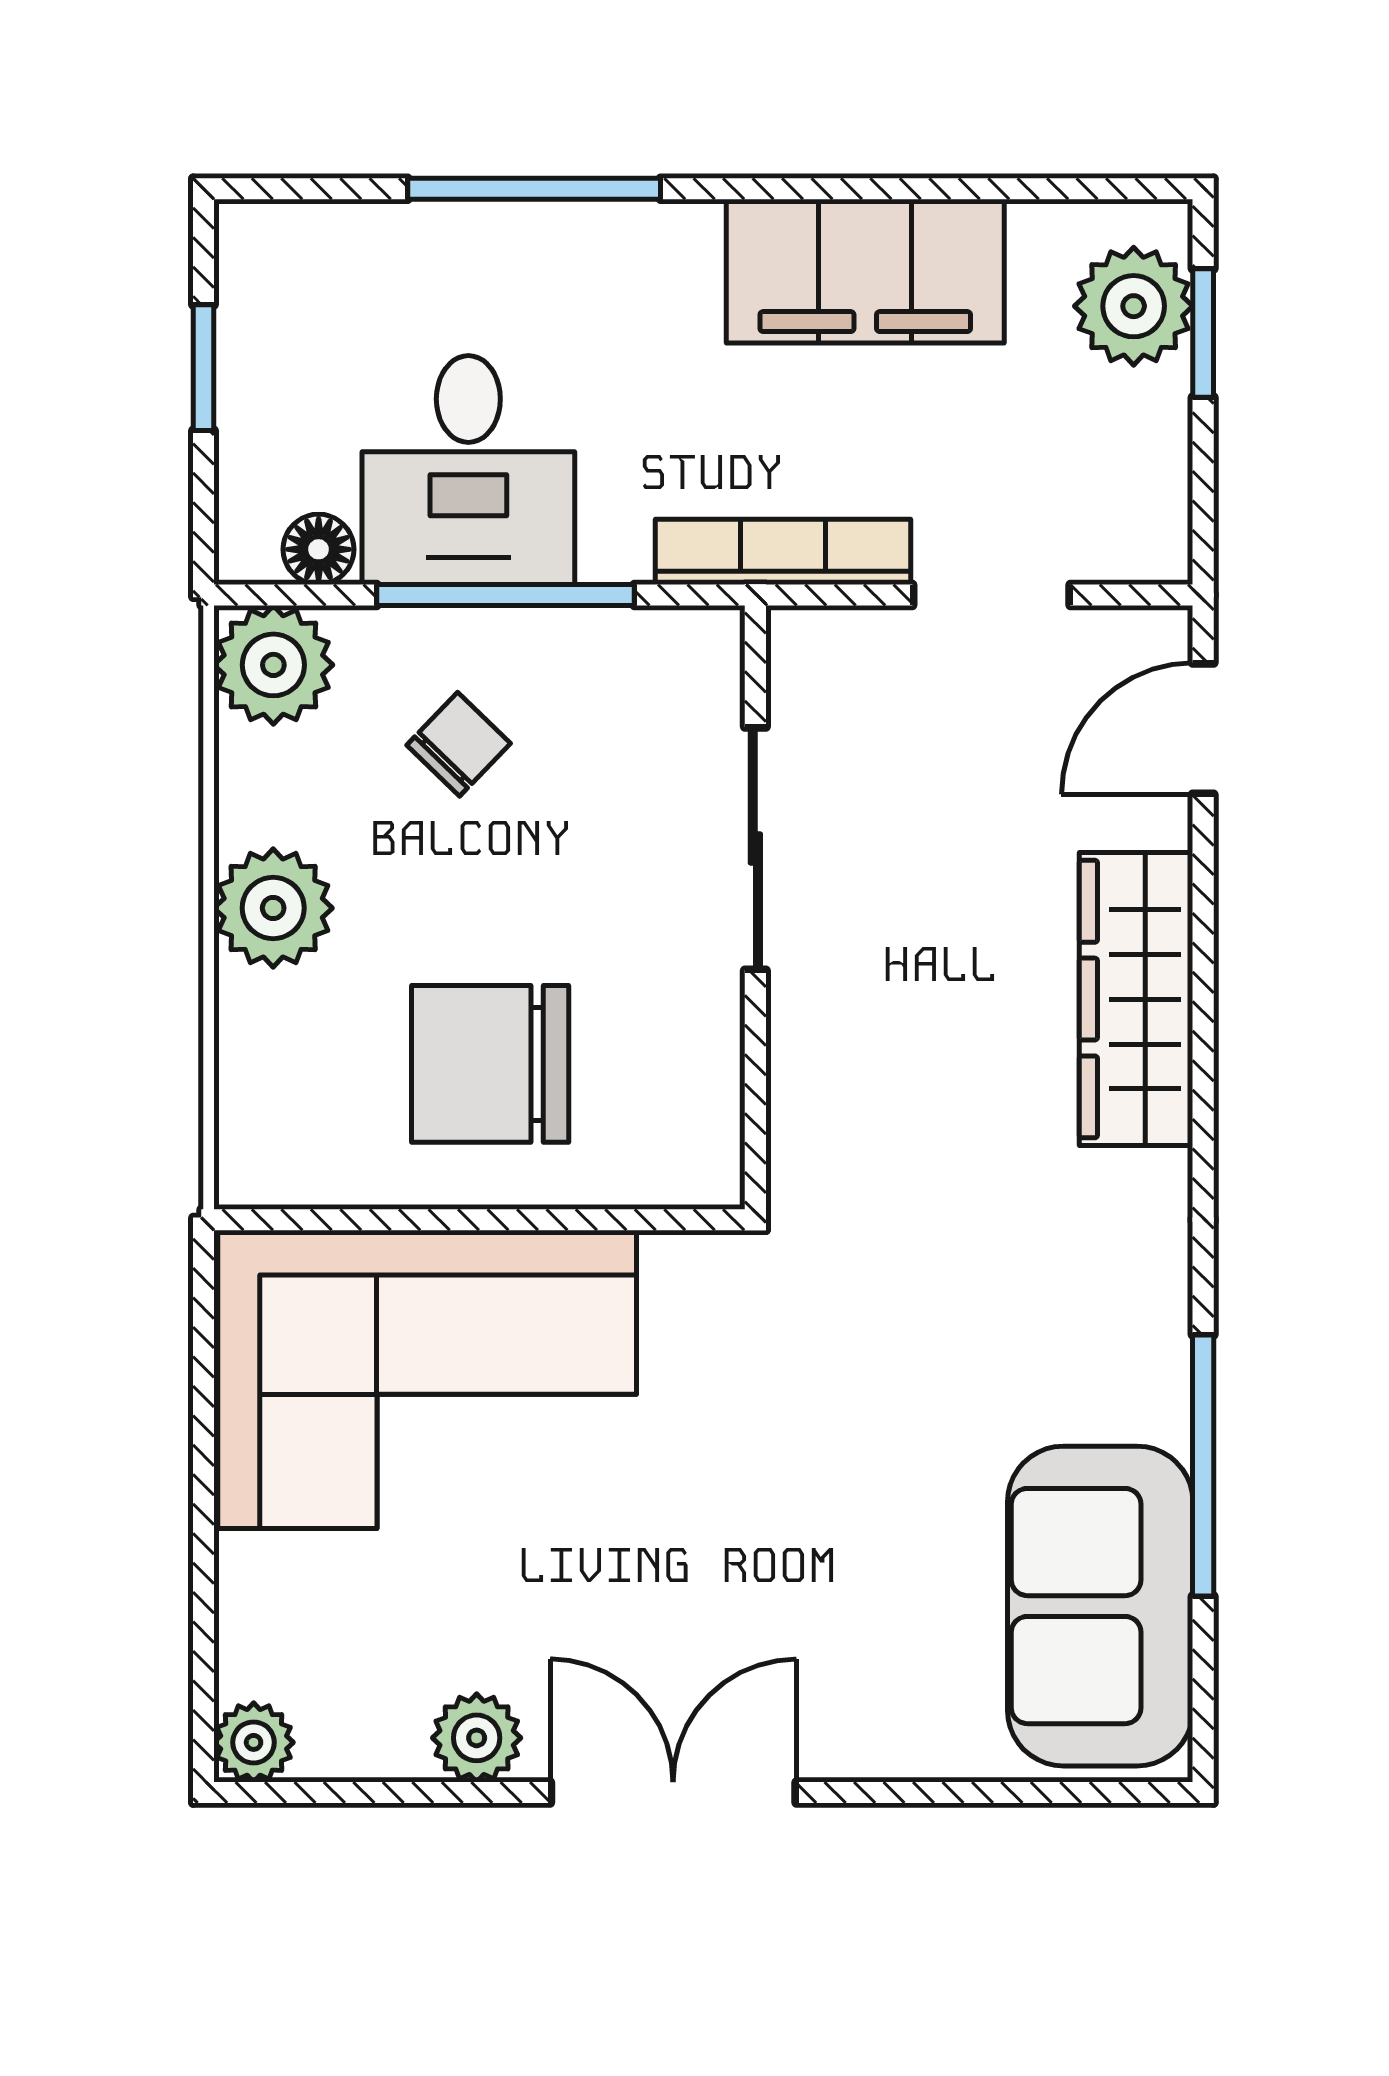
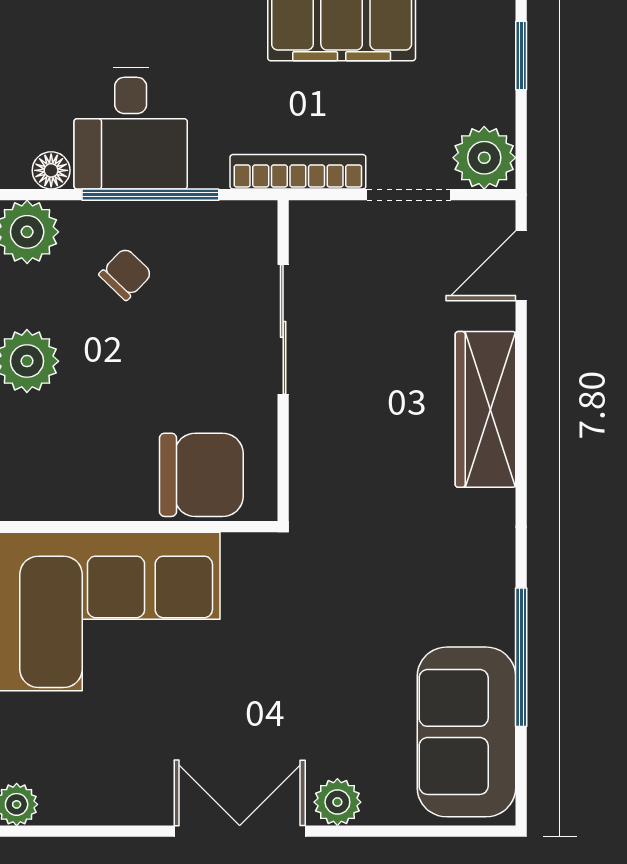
plant: (1134, 306) -> (484, 158), moved
chair: (490, 1064) -> (201, 475), moved, turned 180
plant: (477, 1738) -> (337, 802), moved

